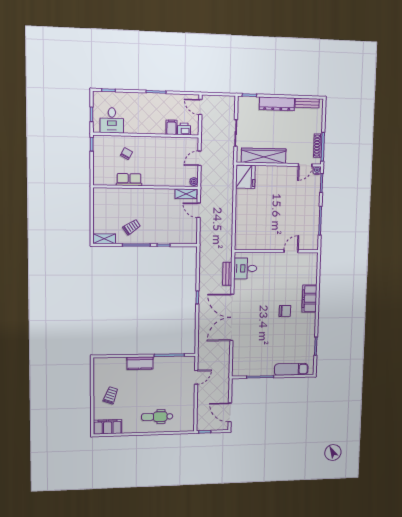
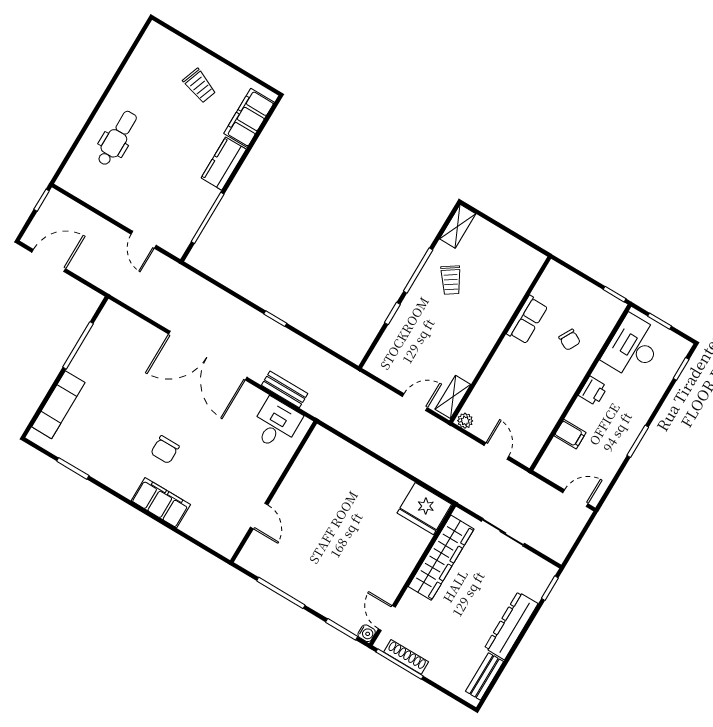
desk: (112, 120) -> (633, 347), width x1.37
printer: (184, 129) -> (593, 391), moved
double door: (232, 317) -> (208, 356), swing flipped
filing cabinet: (108, 427) -> (249, 118), moved, turned 180

